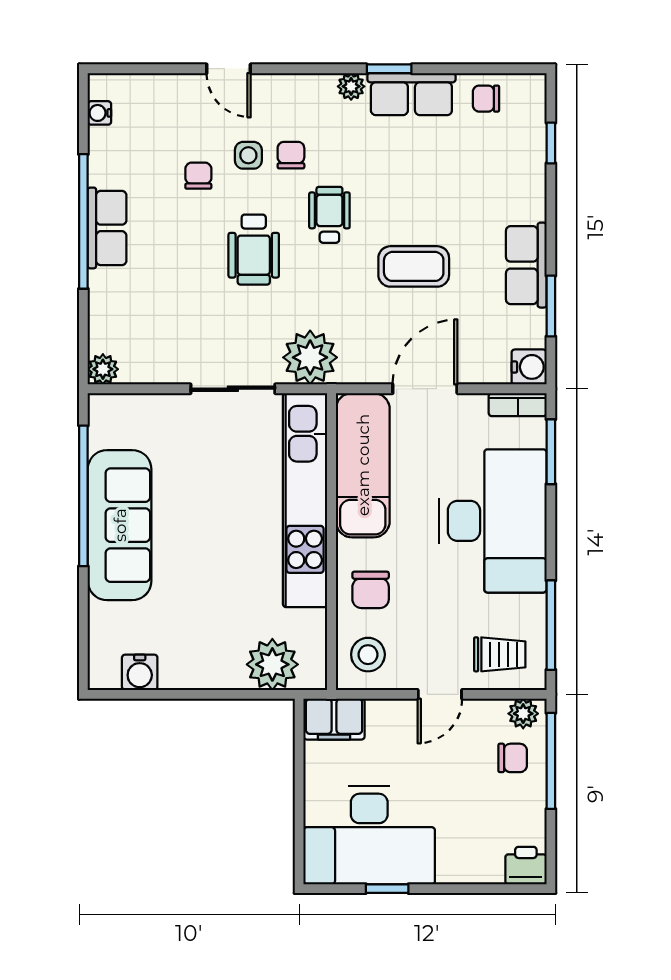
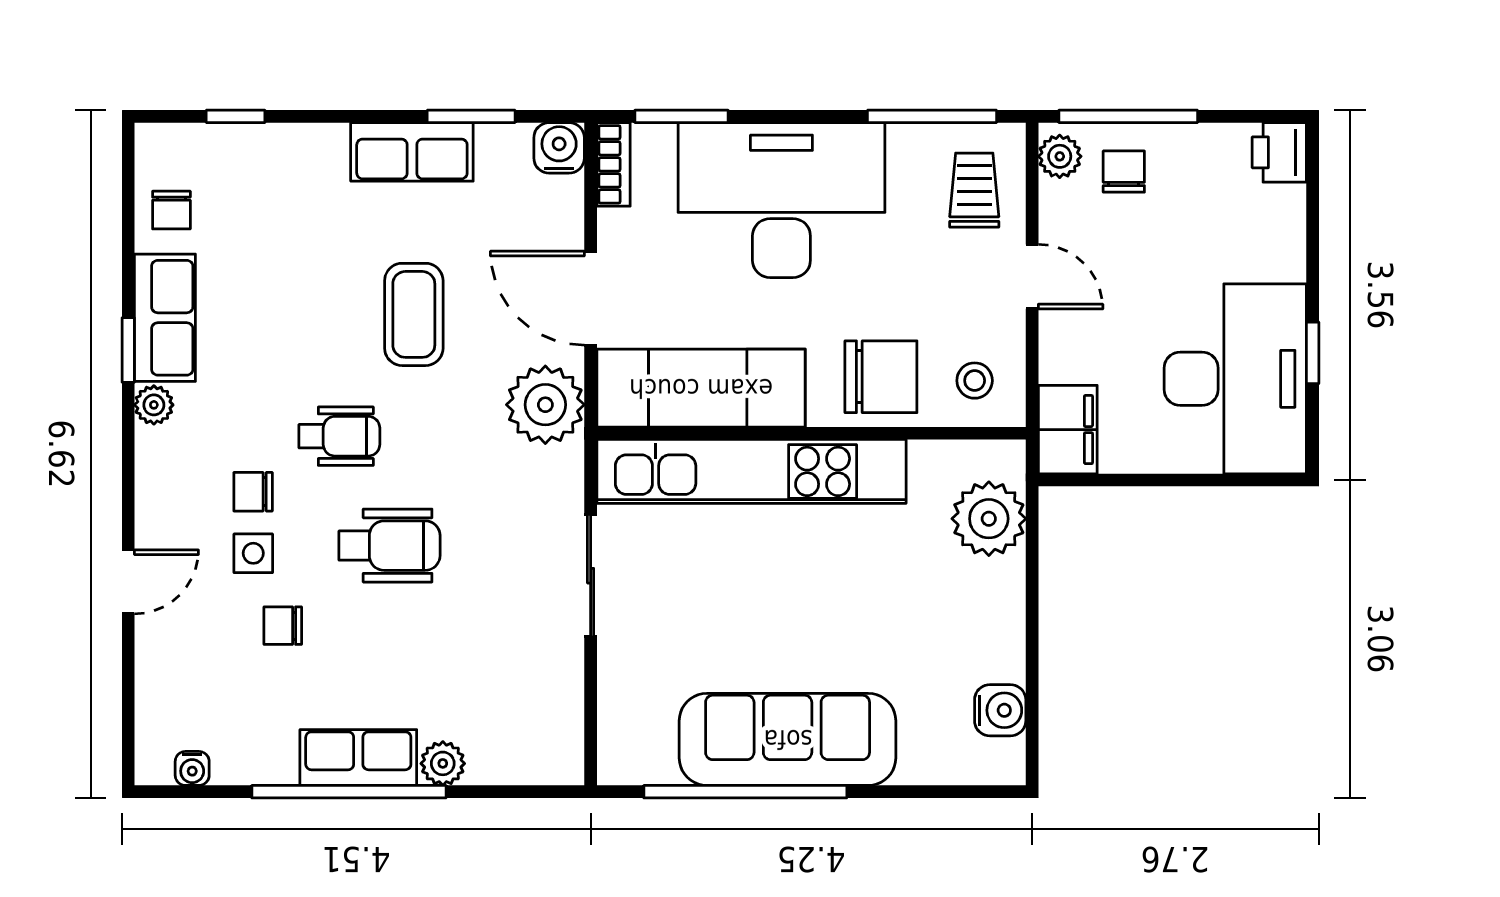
wheelchair: (329, 215) -> (339, 436), turned 180
plant: (310, 357) -> (545, 405), moved
plant: (103, 369) -> (443, 763), moved
chair: (371, 590) -> (881, 377), width x1.37, depth x1.37
stool: (368, 655) -> (975, 381), width x0.73, depth x0.73

